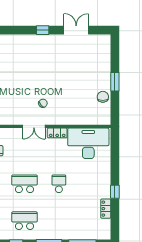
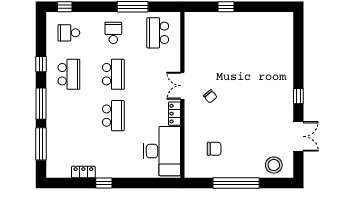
stool: (100, 51) -> (274, 165), added
window: (115, 82) -> (236, 183), width x2.11
chair: (103, 97) -> (214, 149), moved
school desk: (59, 184) -> (113, 116), width x1.85

